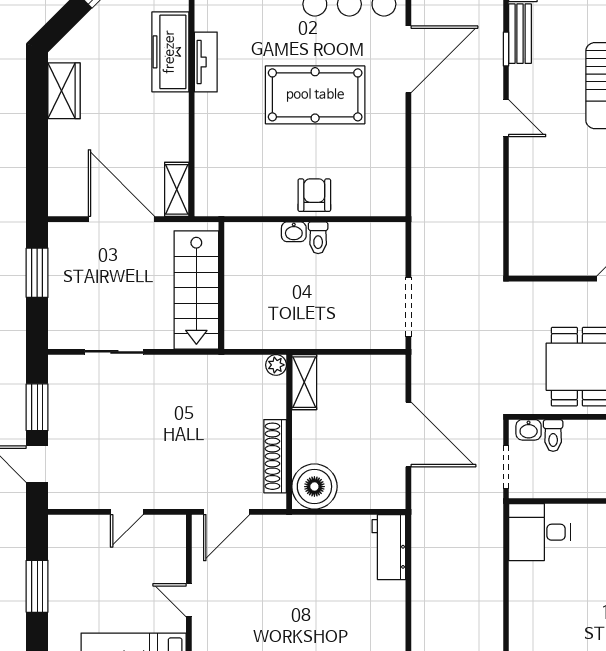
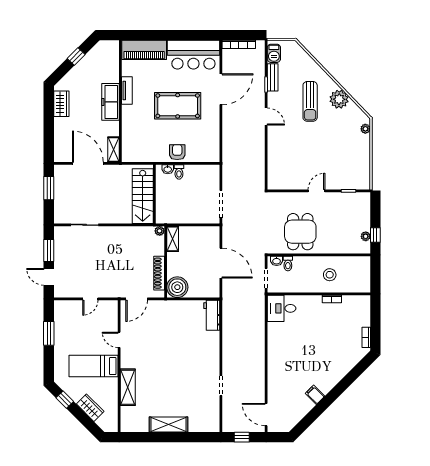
freezer: (170, 52) -> (111, 102), moved
wall: (221, 285) -> (154, 194), moved
stairs: (196, 290) -> (143, 196), moved

